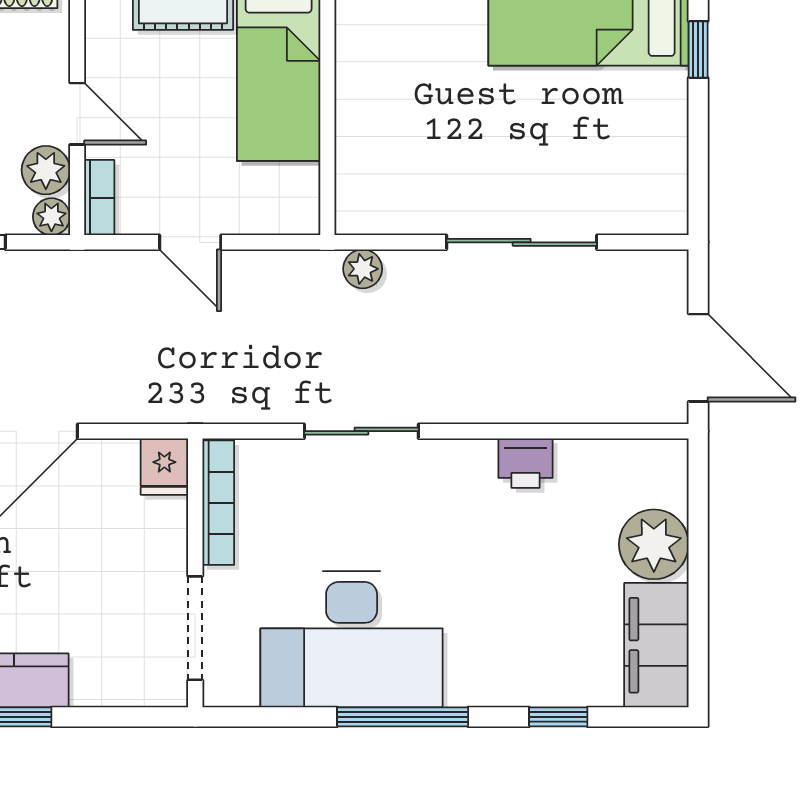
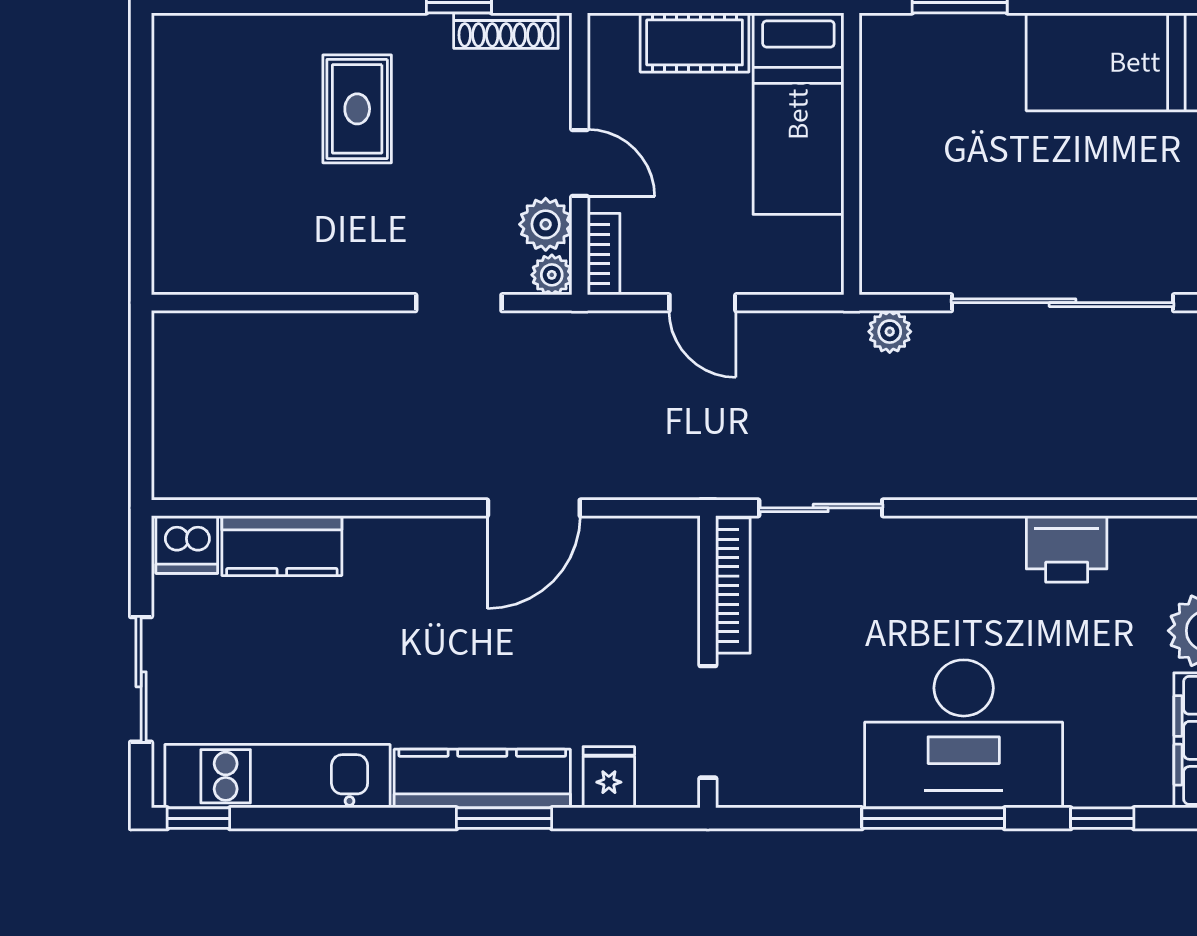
sliding door: (522, 242) -> (1062, 303), width x1.36
sliding door: (361, 431) -> (821, 508), moved
printer: (526, 463) -> (1067, 549), width x1.36, depth x1.24
fridge: (164, 467) -> (609, 777), moved, turned 180
desk: (352, 639) -> (964, 734), moved

